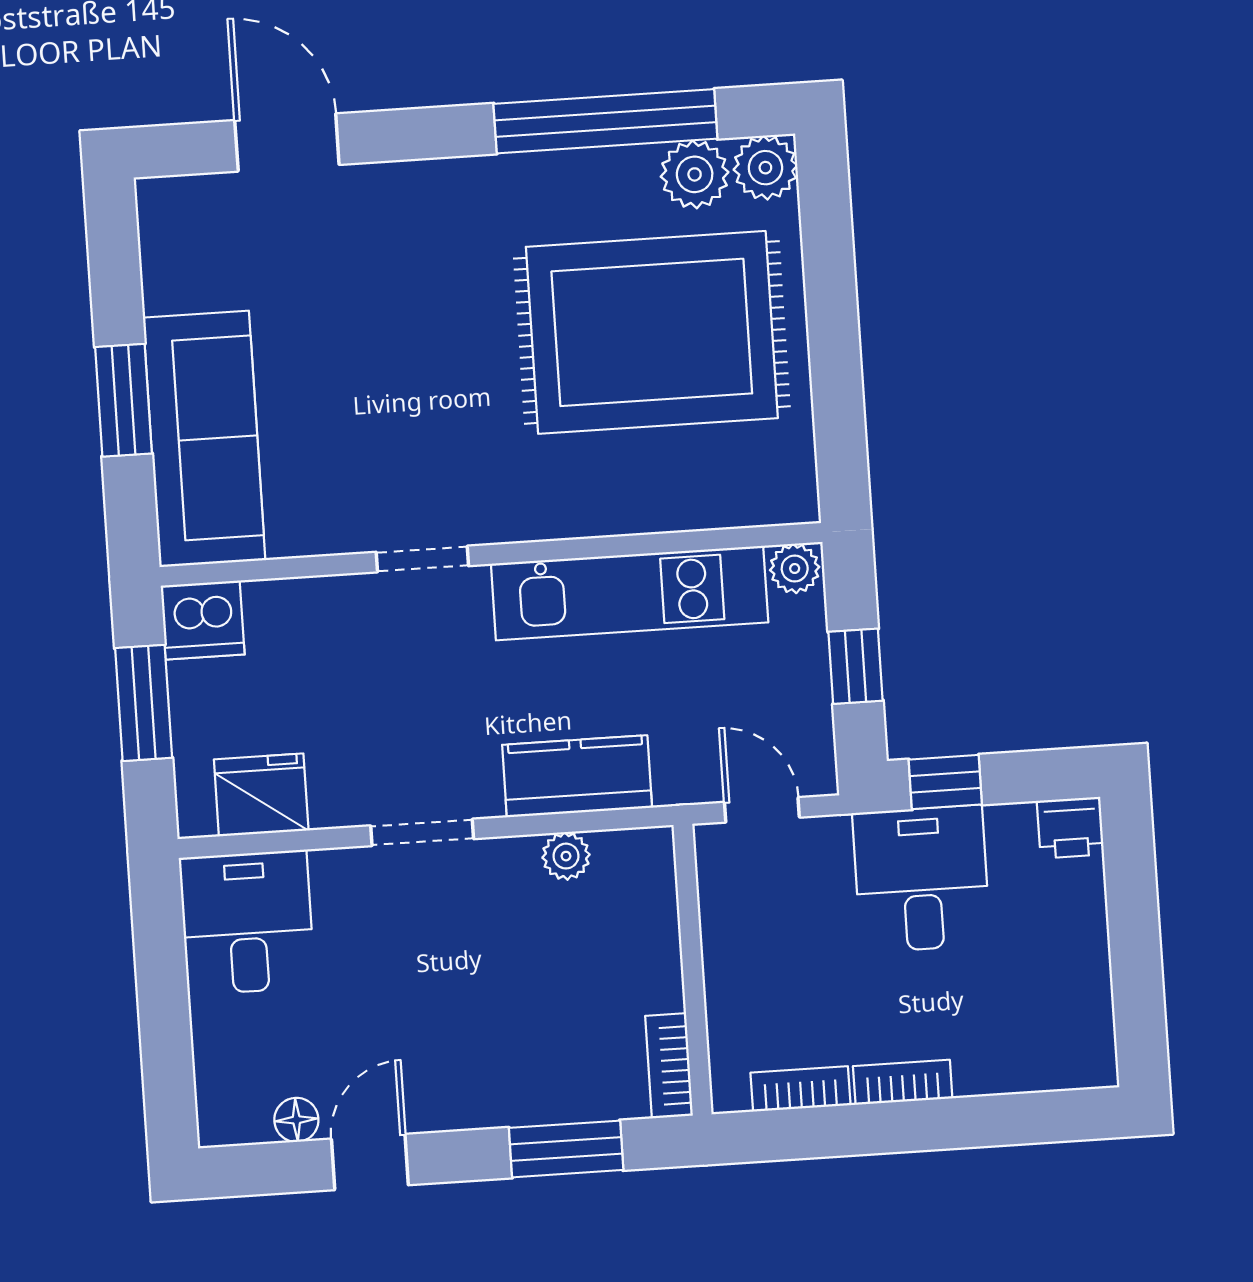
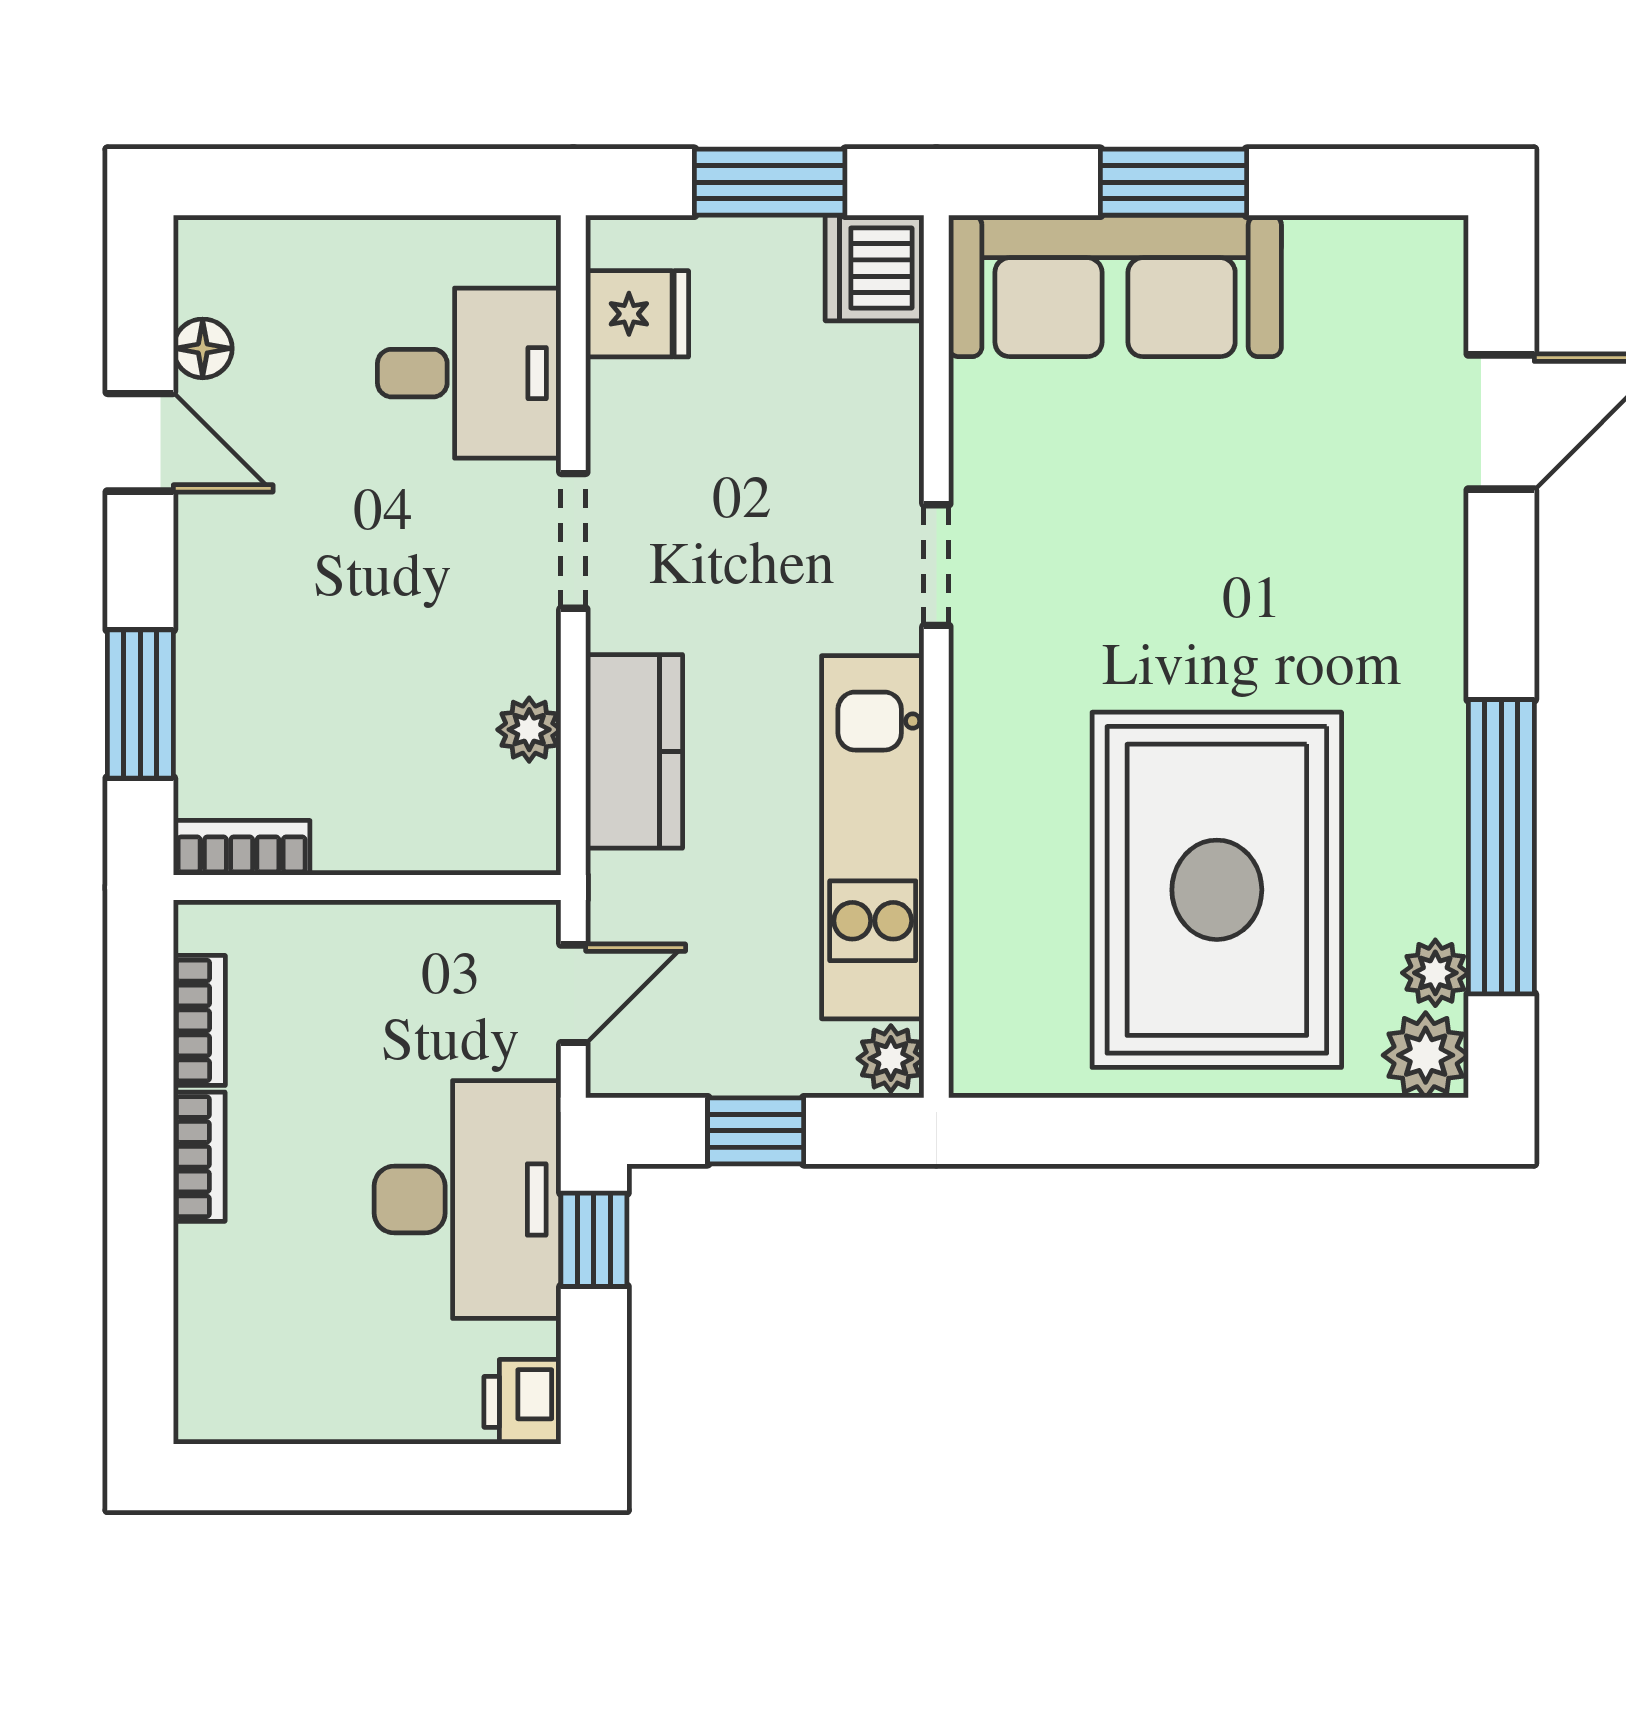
plant: (695, 174) -> (1435, 973), width x0.73, depth x0.73
fridge: (261, 795) -> (637, 314), width x0.72
desk: (921, 879) -> (468, 1200), width x1.37
desk: (247, 922) -> (469, 373), moved

